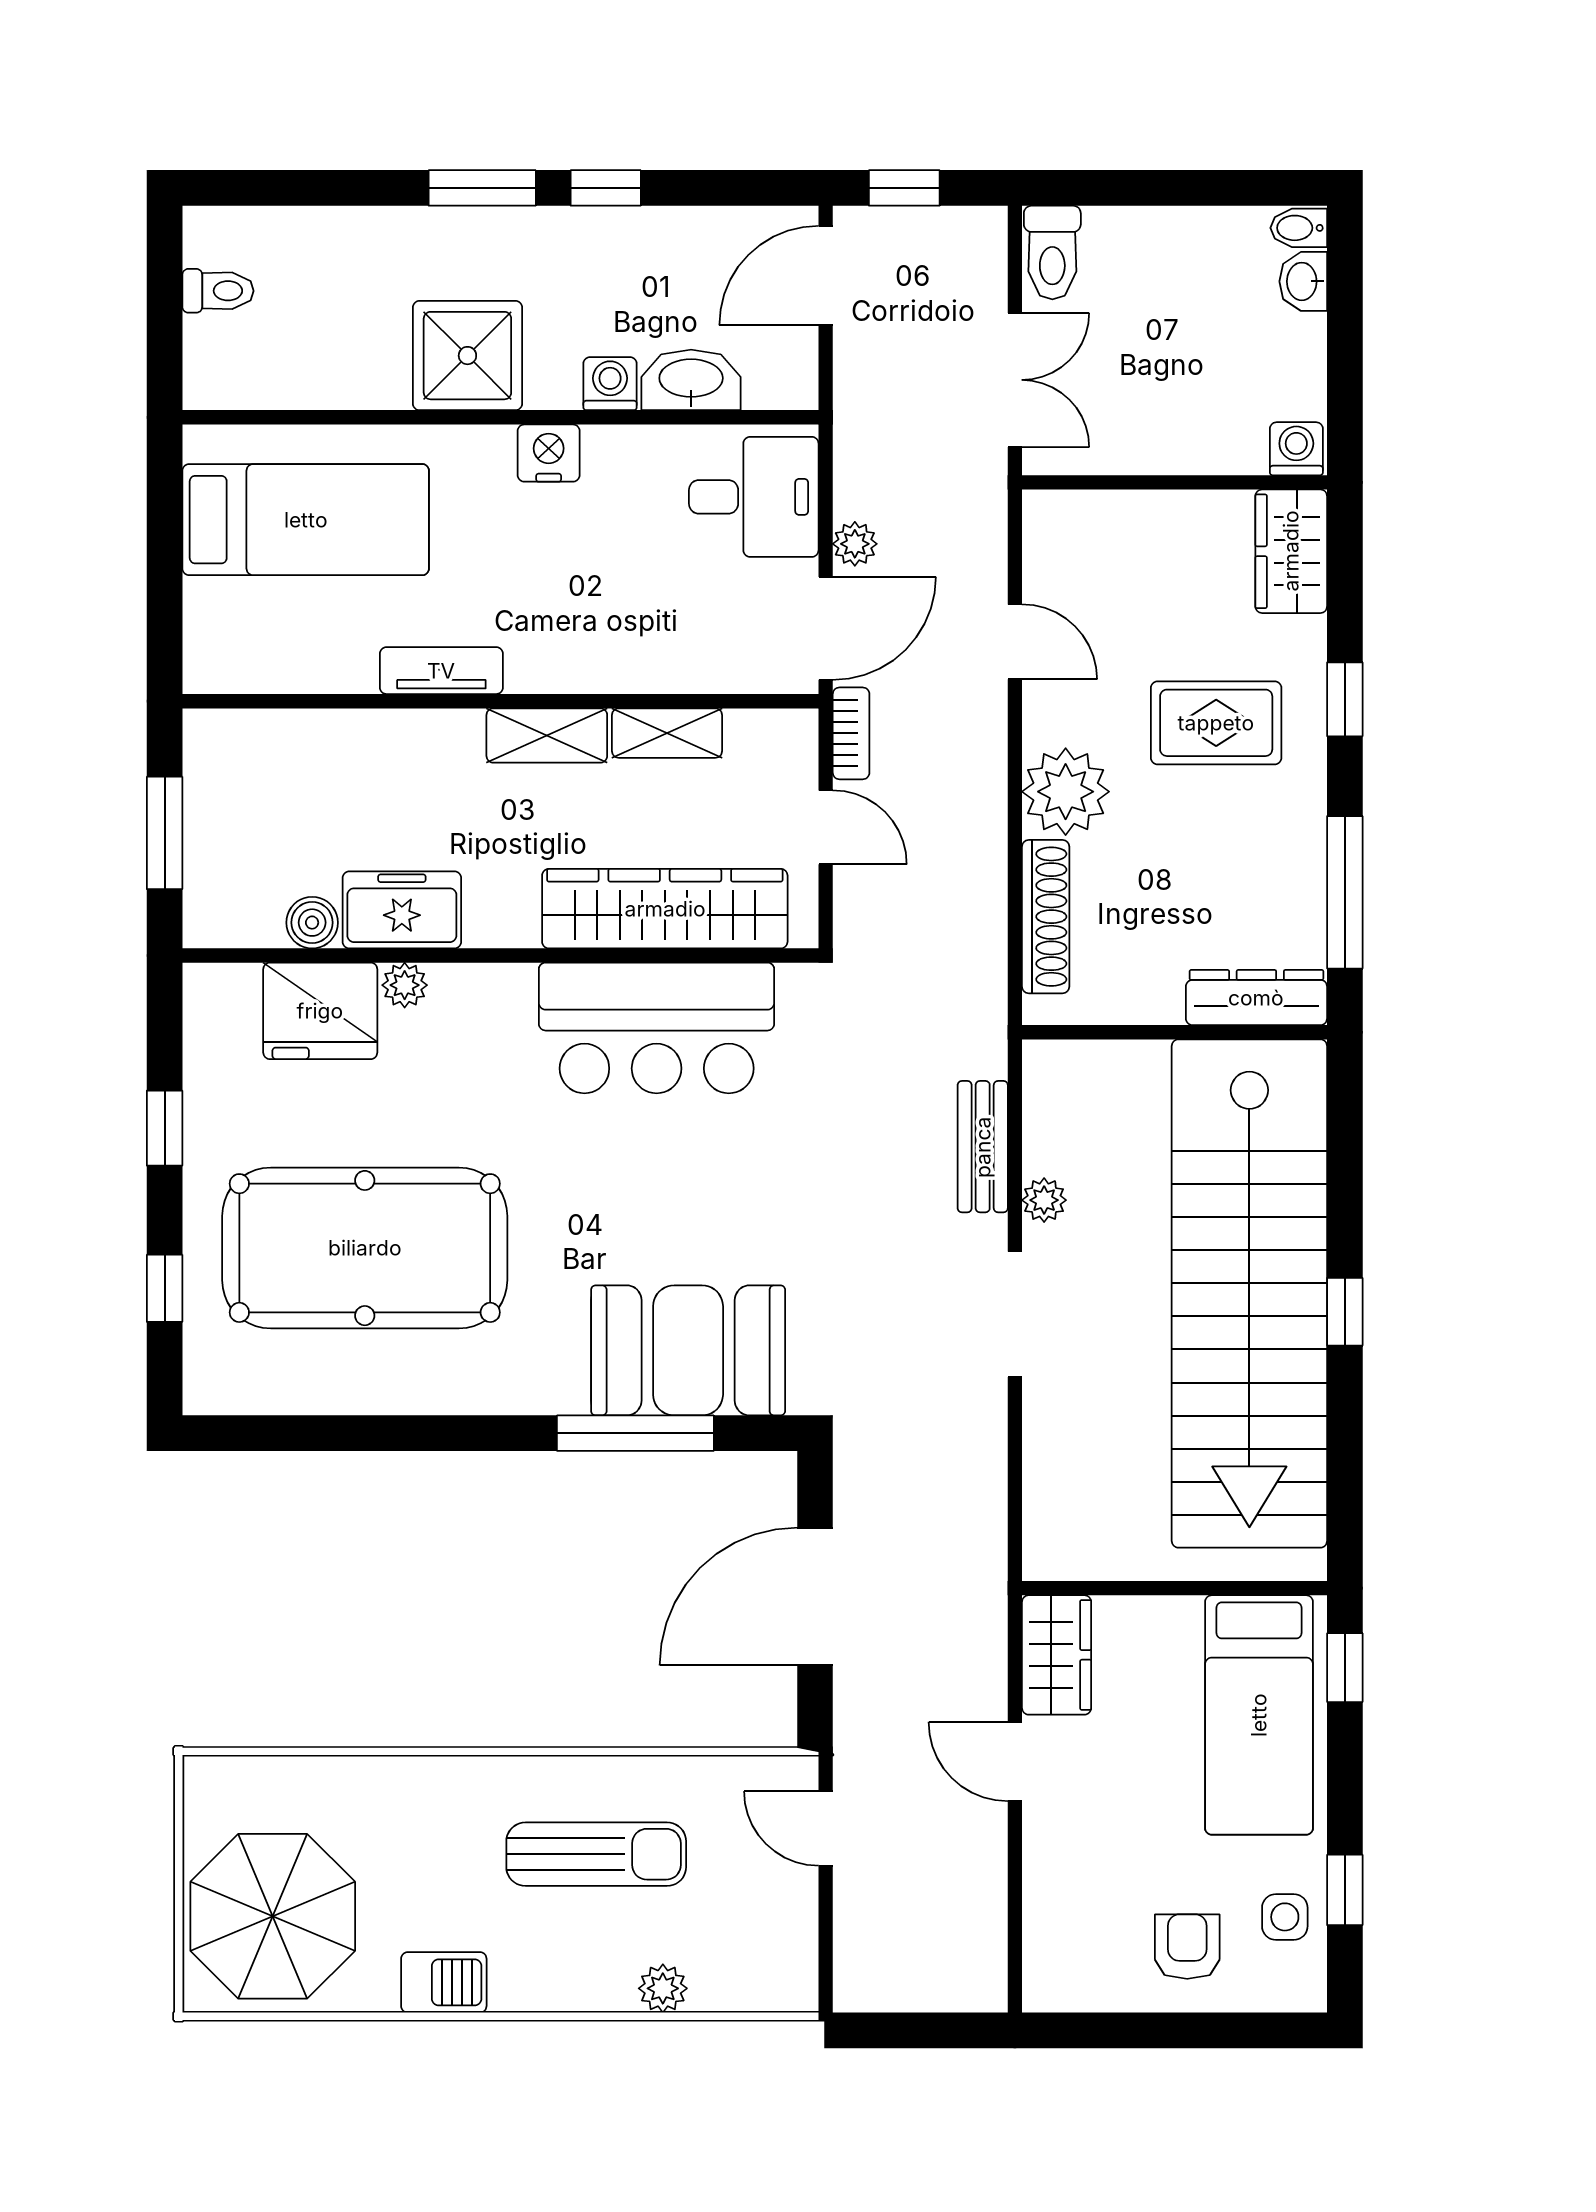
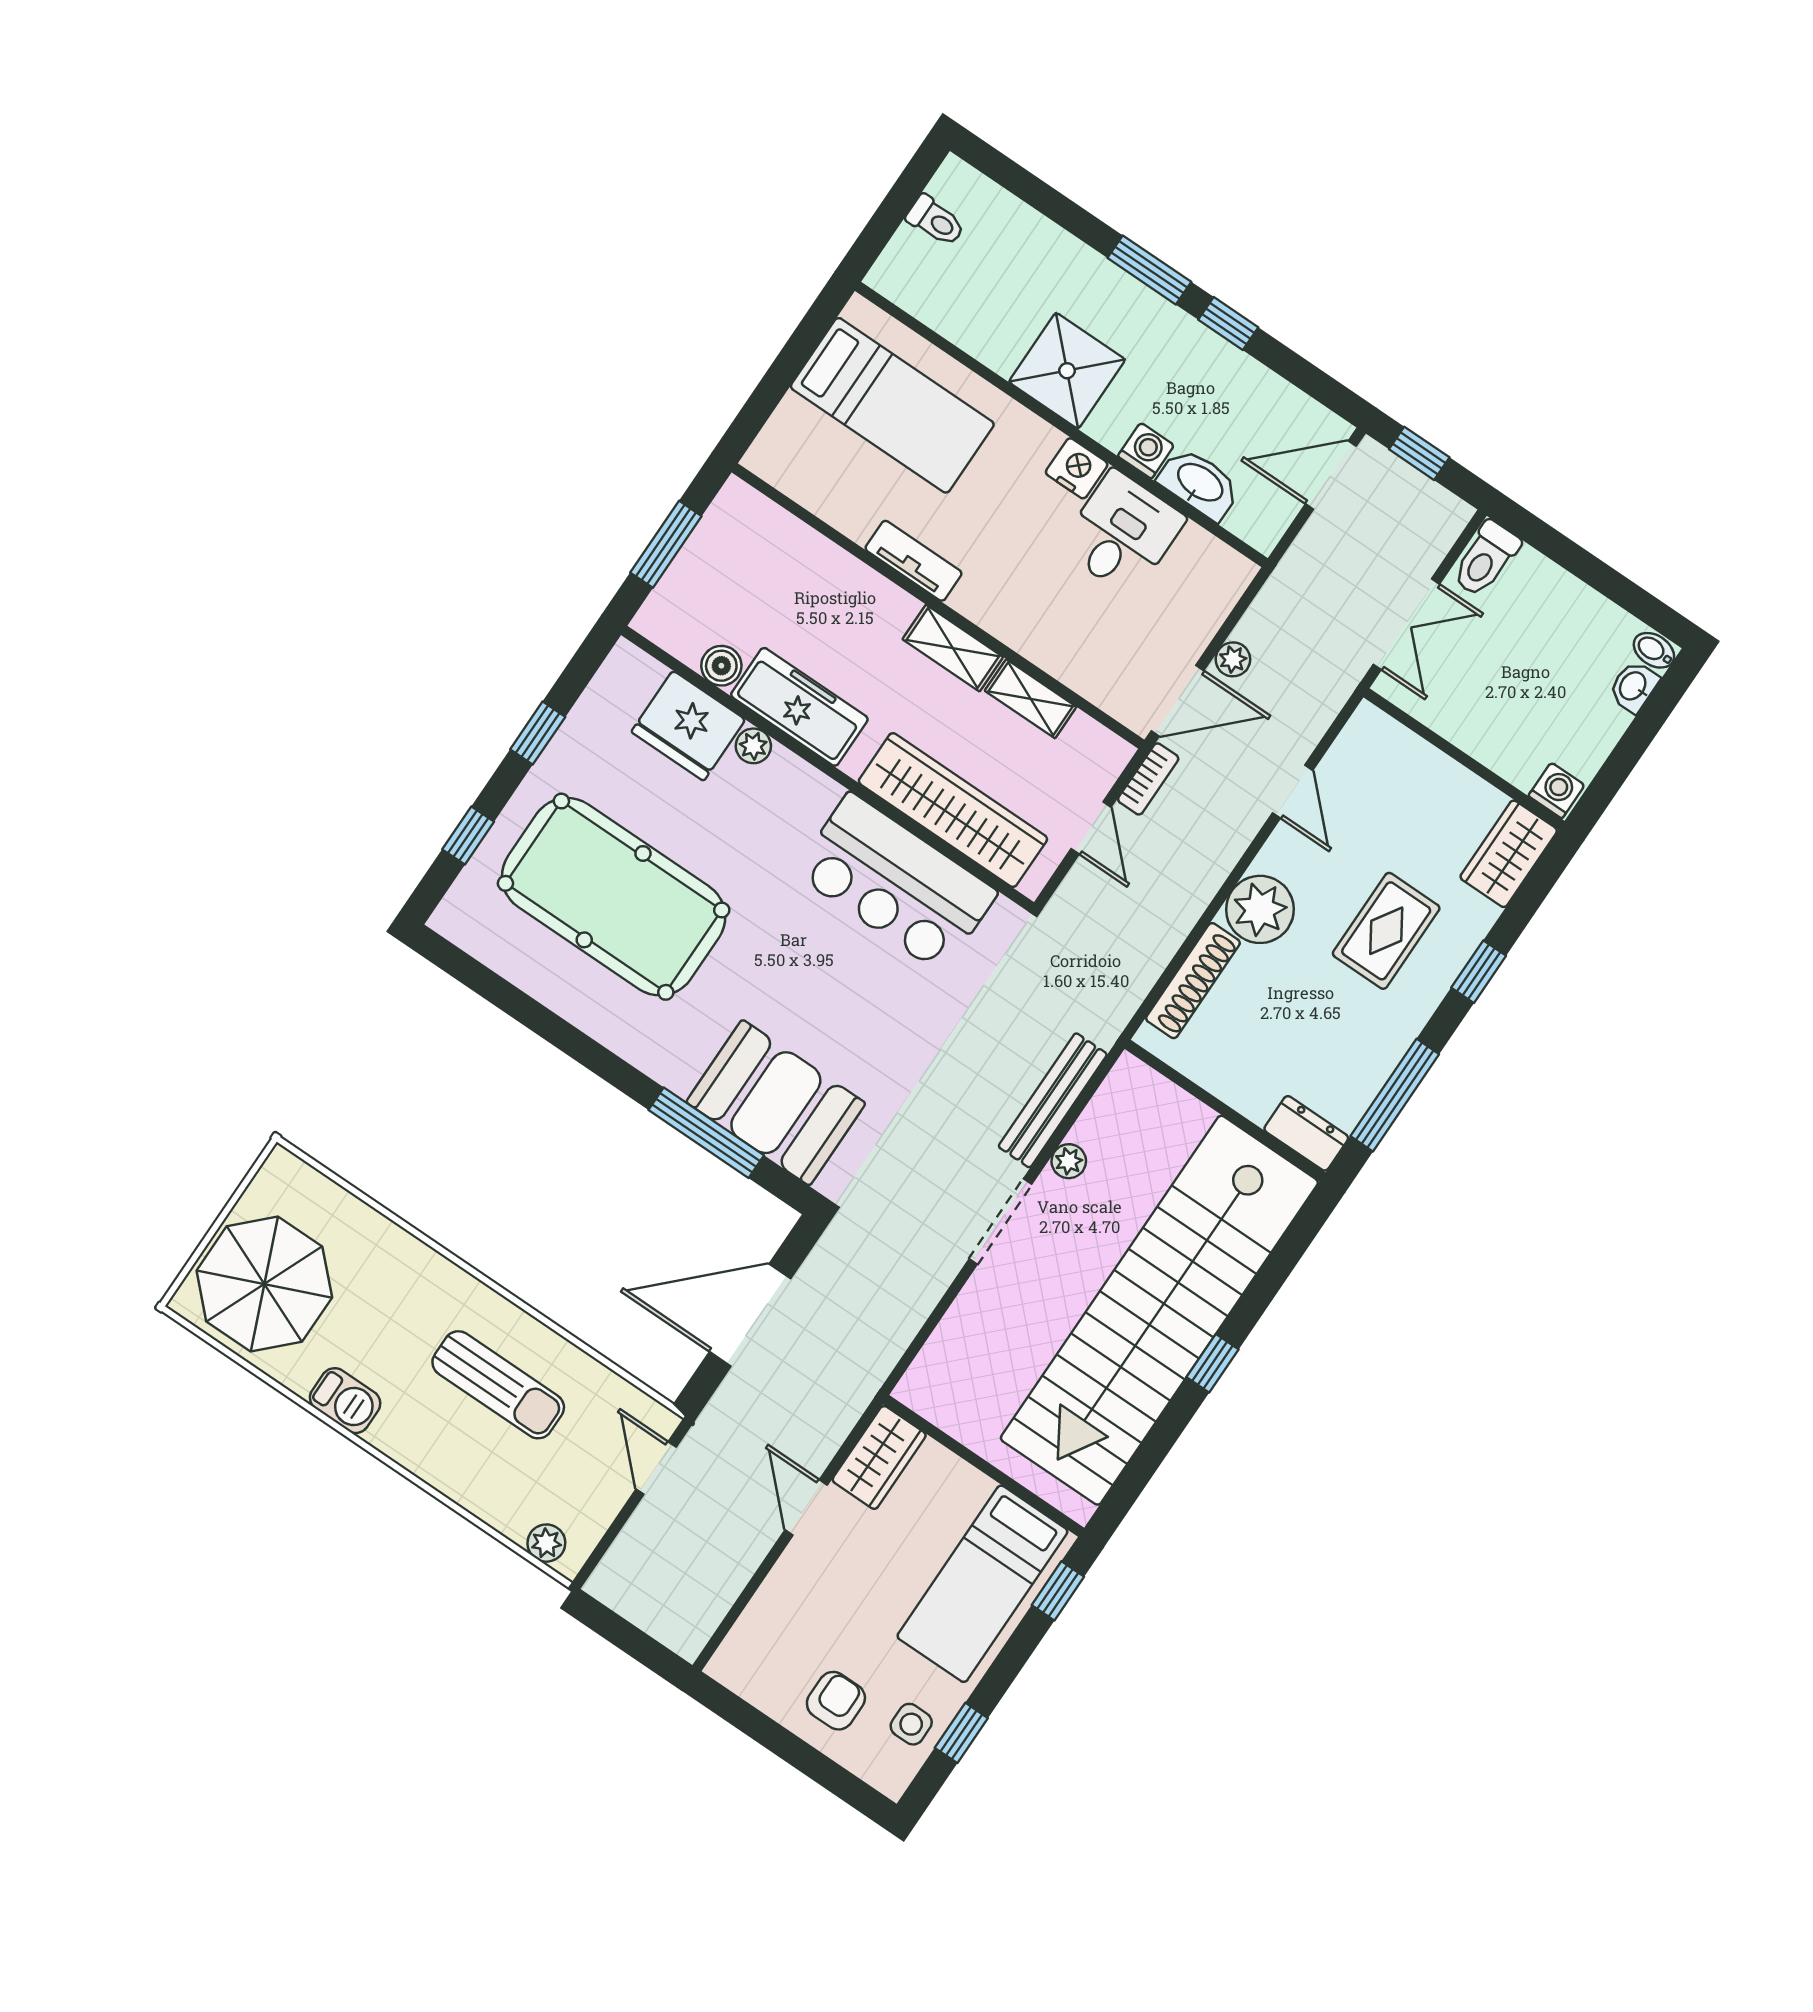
desk: (754, 497) -> (1122, 533), moved, turned -90
rug: (1216, 723) -> (1386, 931), turned 90
freezer: (402, 910) -> (799, 707), width x1.40
dresser: (1256, 998) -> (1306, 1133), width x0.70
bench: (983, 1147) -> (1053, 1100), width x1.36
plant: (663, 1988) -> (546, 1543), moved

